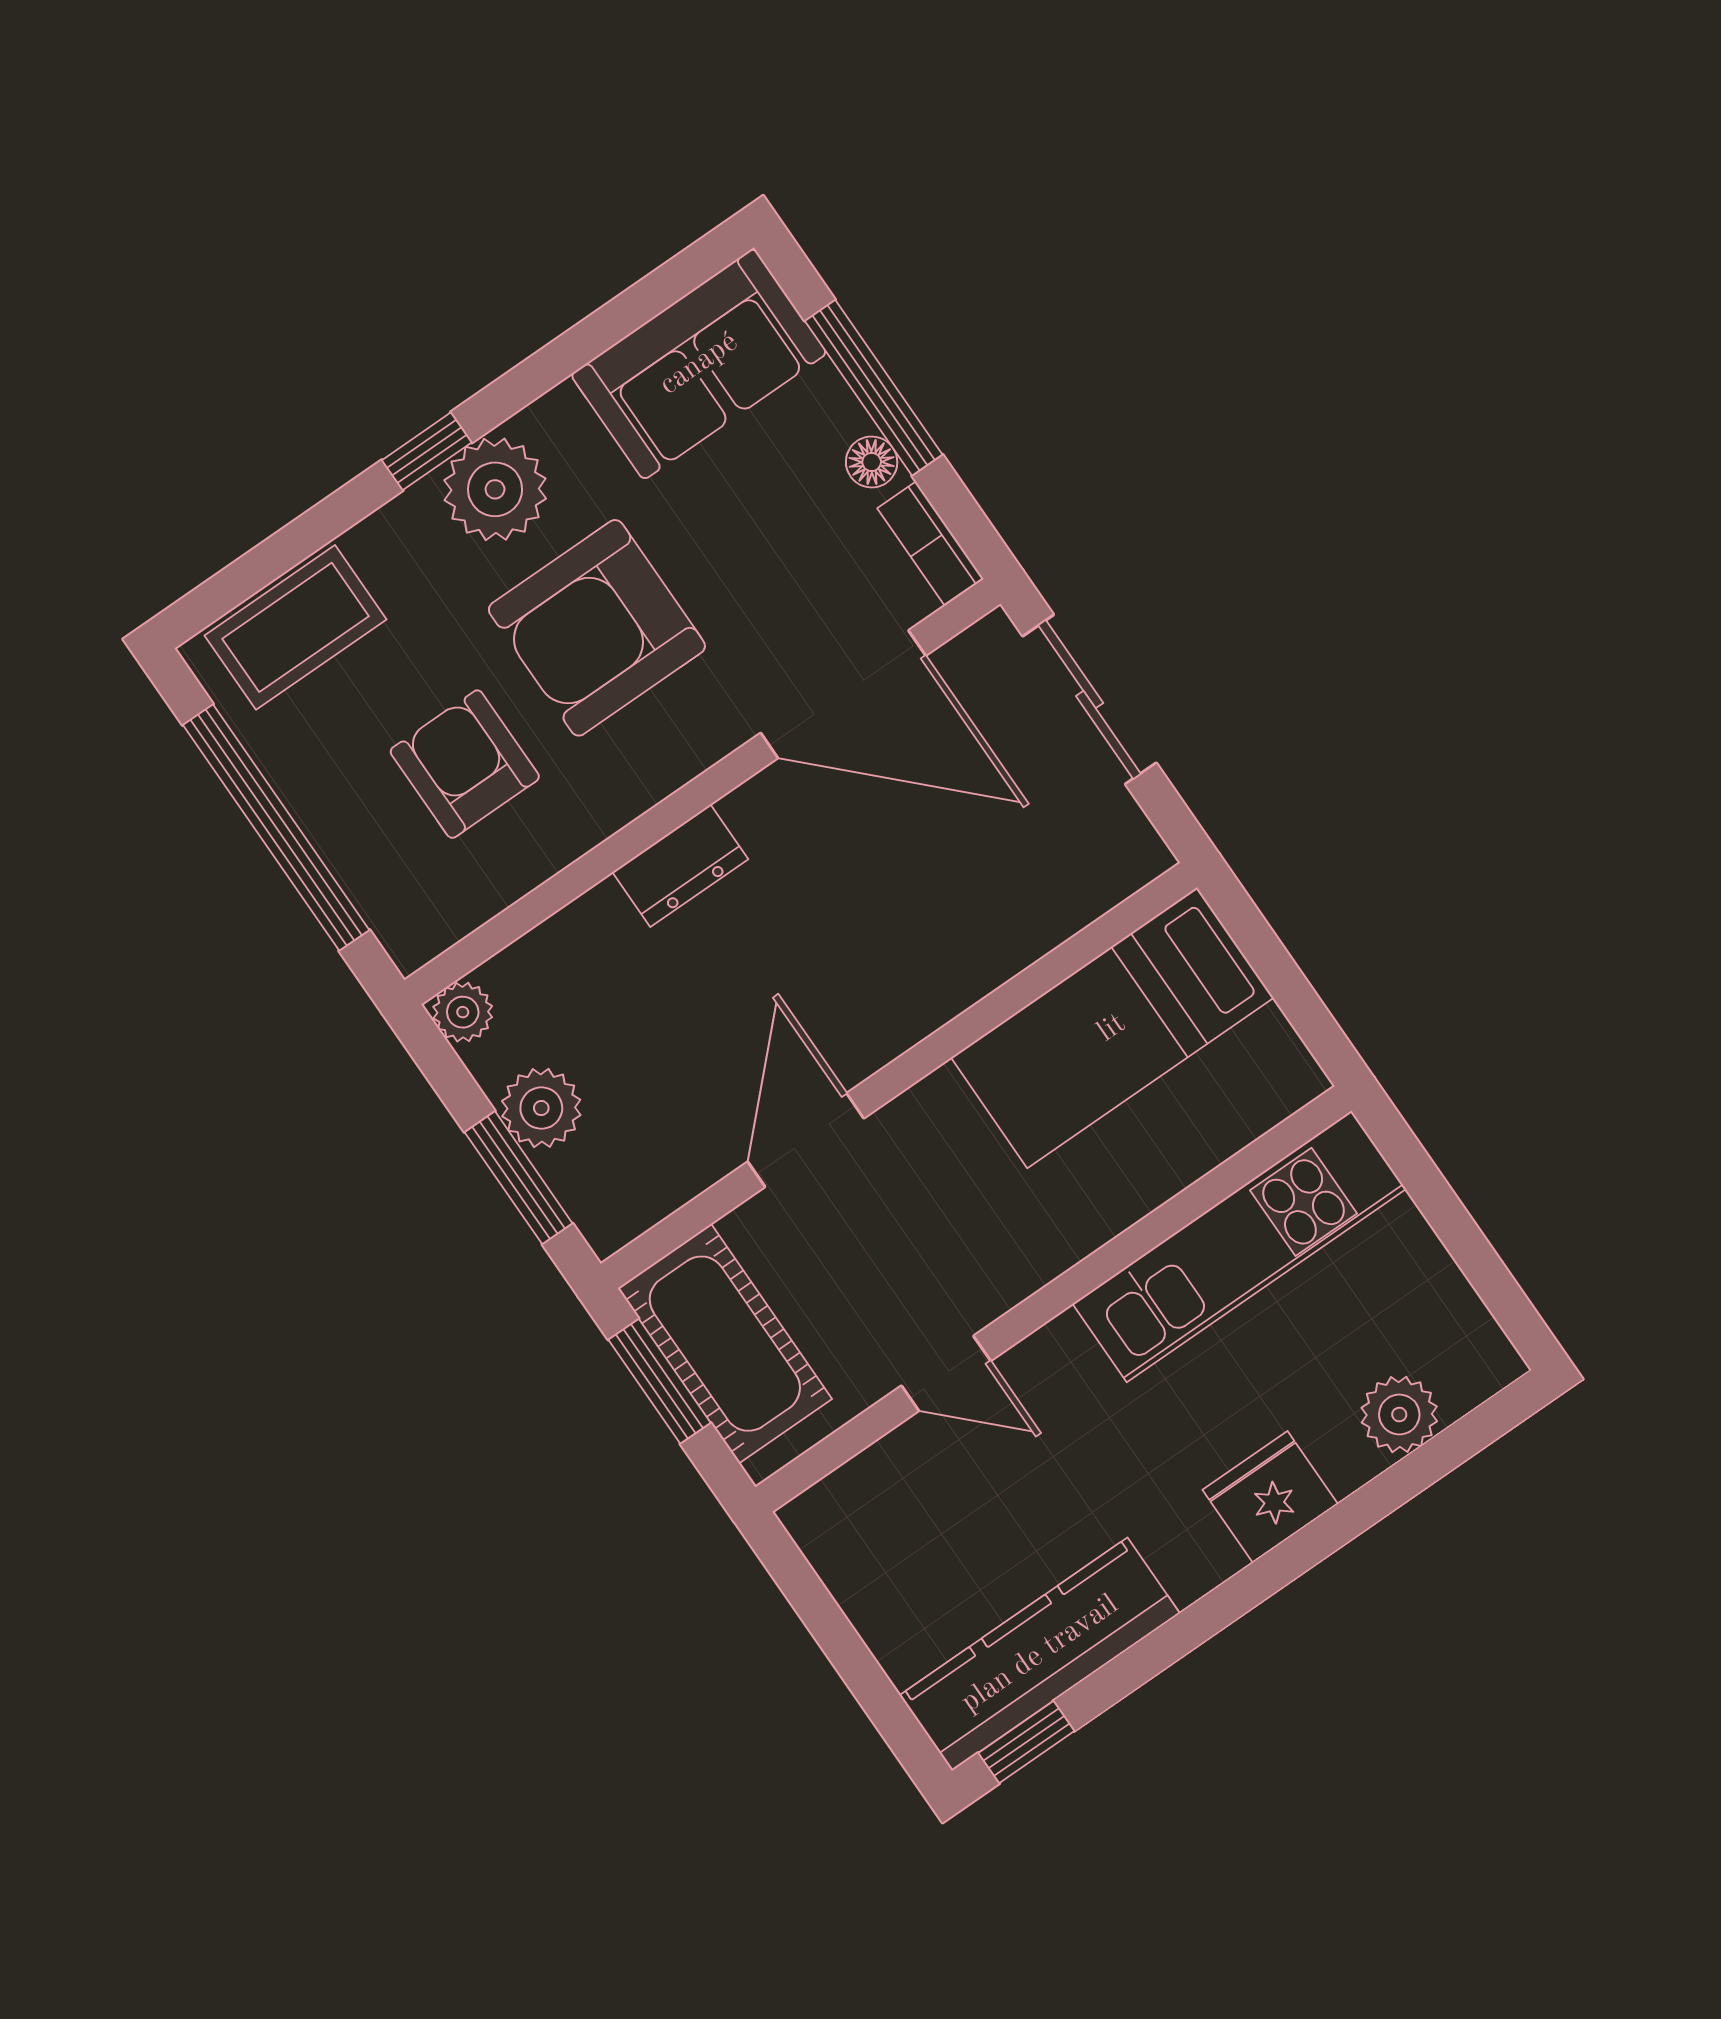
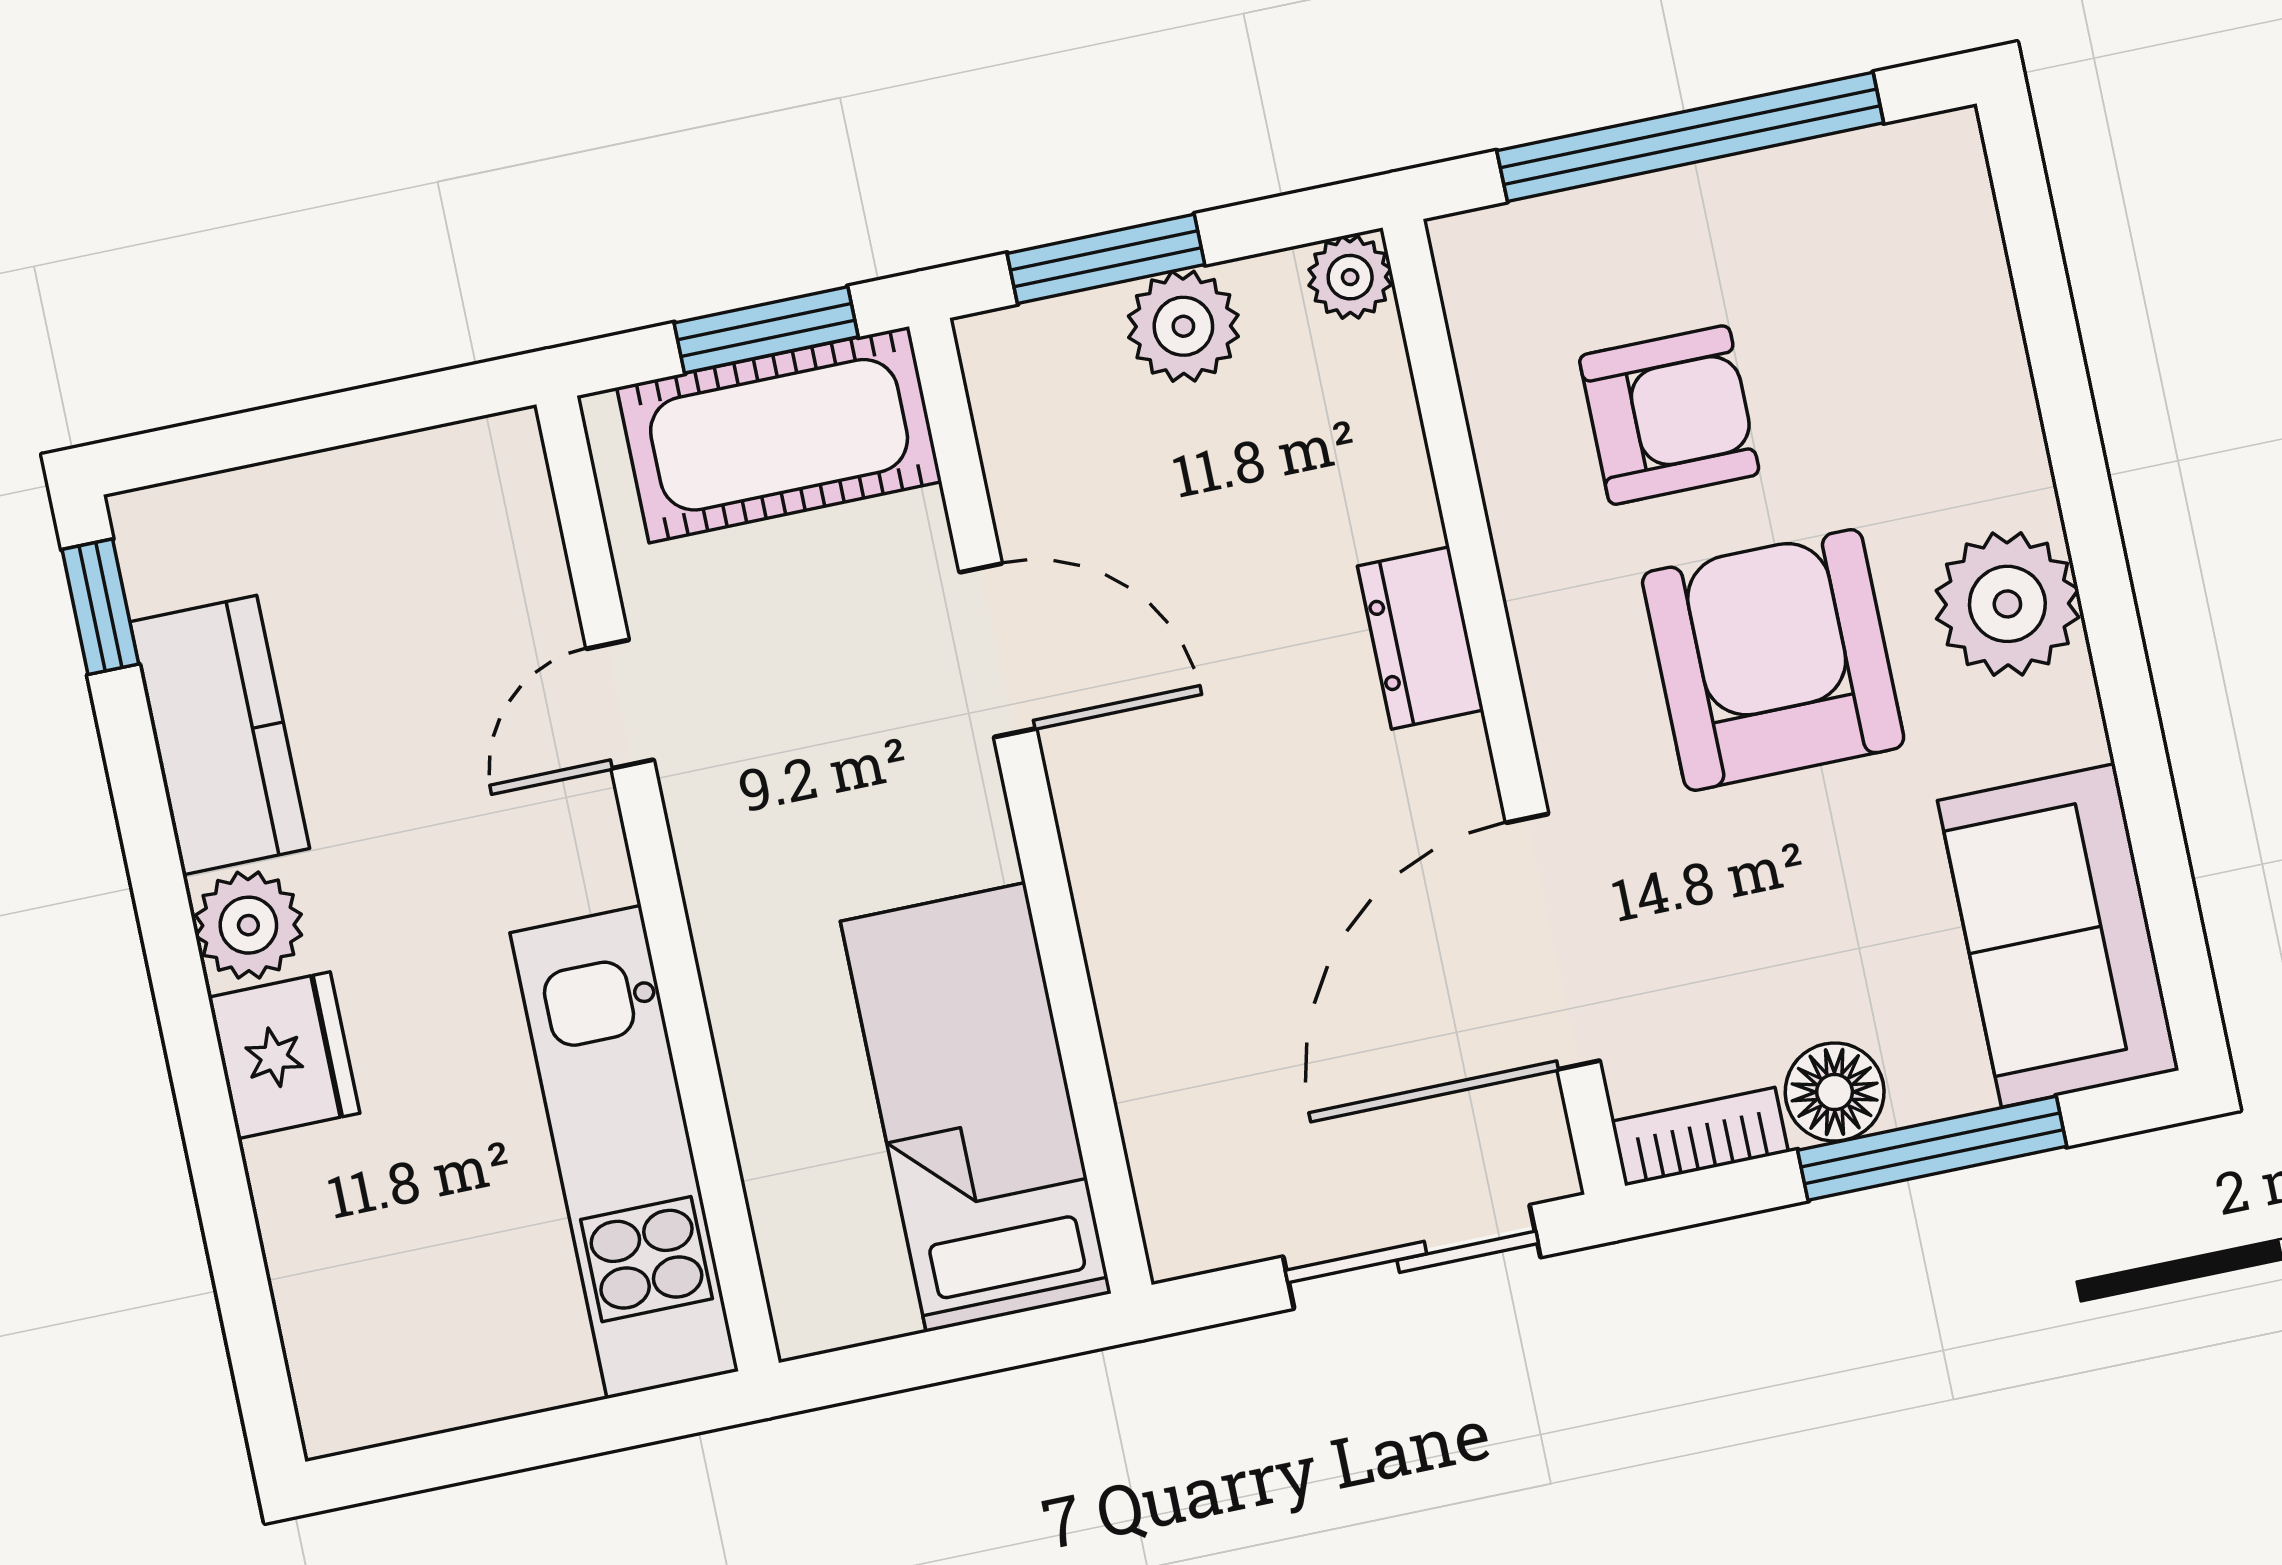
window: (427, 451) -> (2094, 537), removed
floor lamp: (872, 462) -> (1835, 1092), width x1.37, depth x1.37
coffee table: (296, 627) -> (1938, 271), removed
plant: (1399, 1415) -> (248, 925), moved
kitchen counter: (1040, 1654) -> (220, 735), width x0.67

